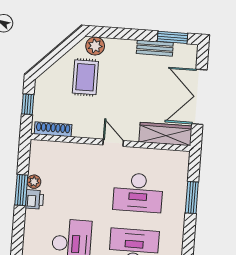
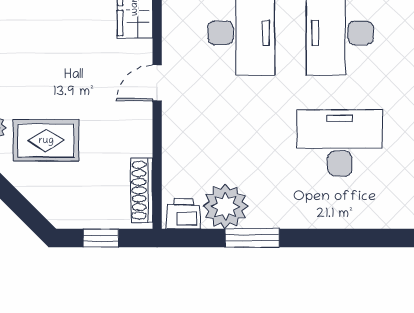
plant: (34, 182) -> (225, 206), width x1.87, depth x1.87
printer: (34, 199) -> (184, 214), moved

